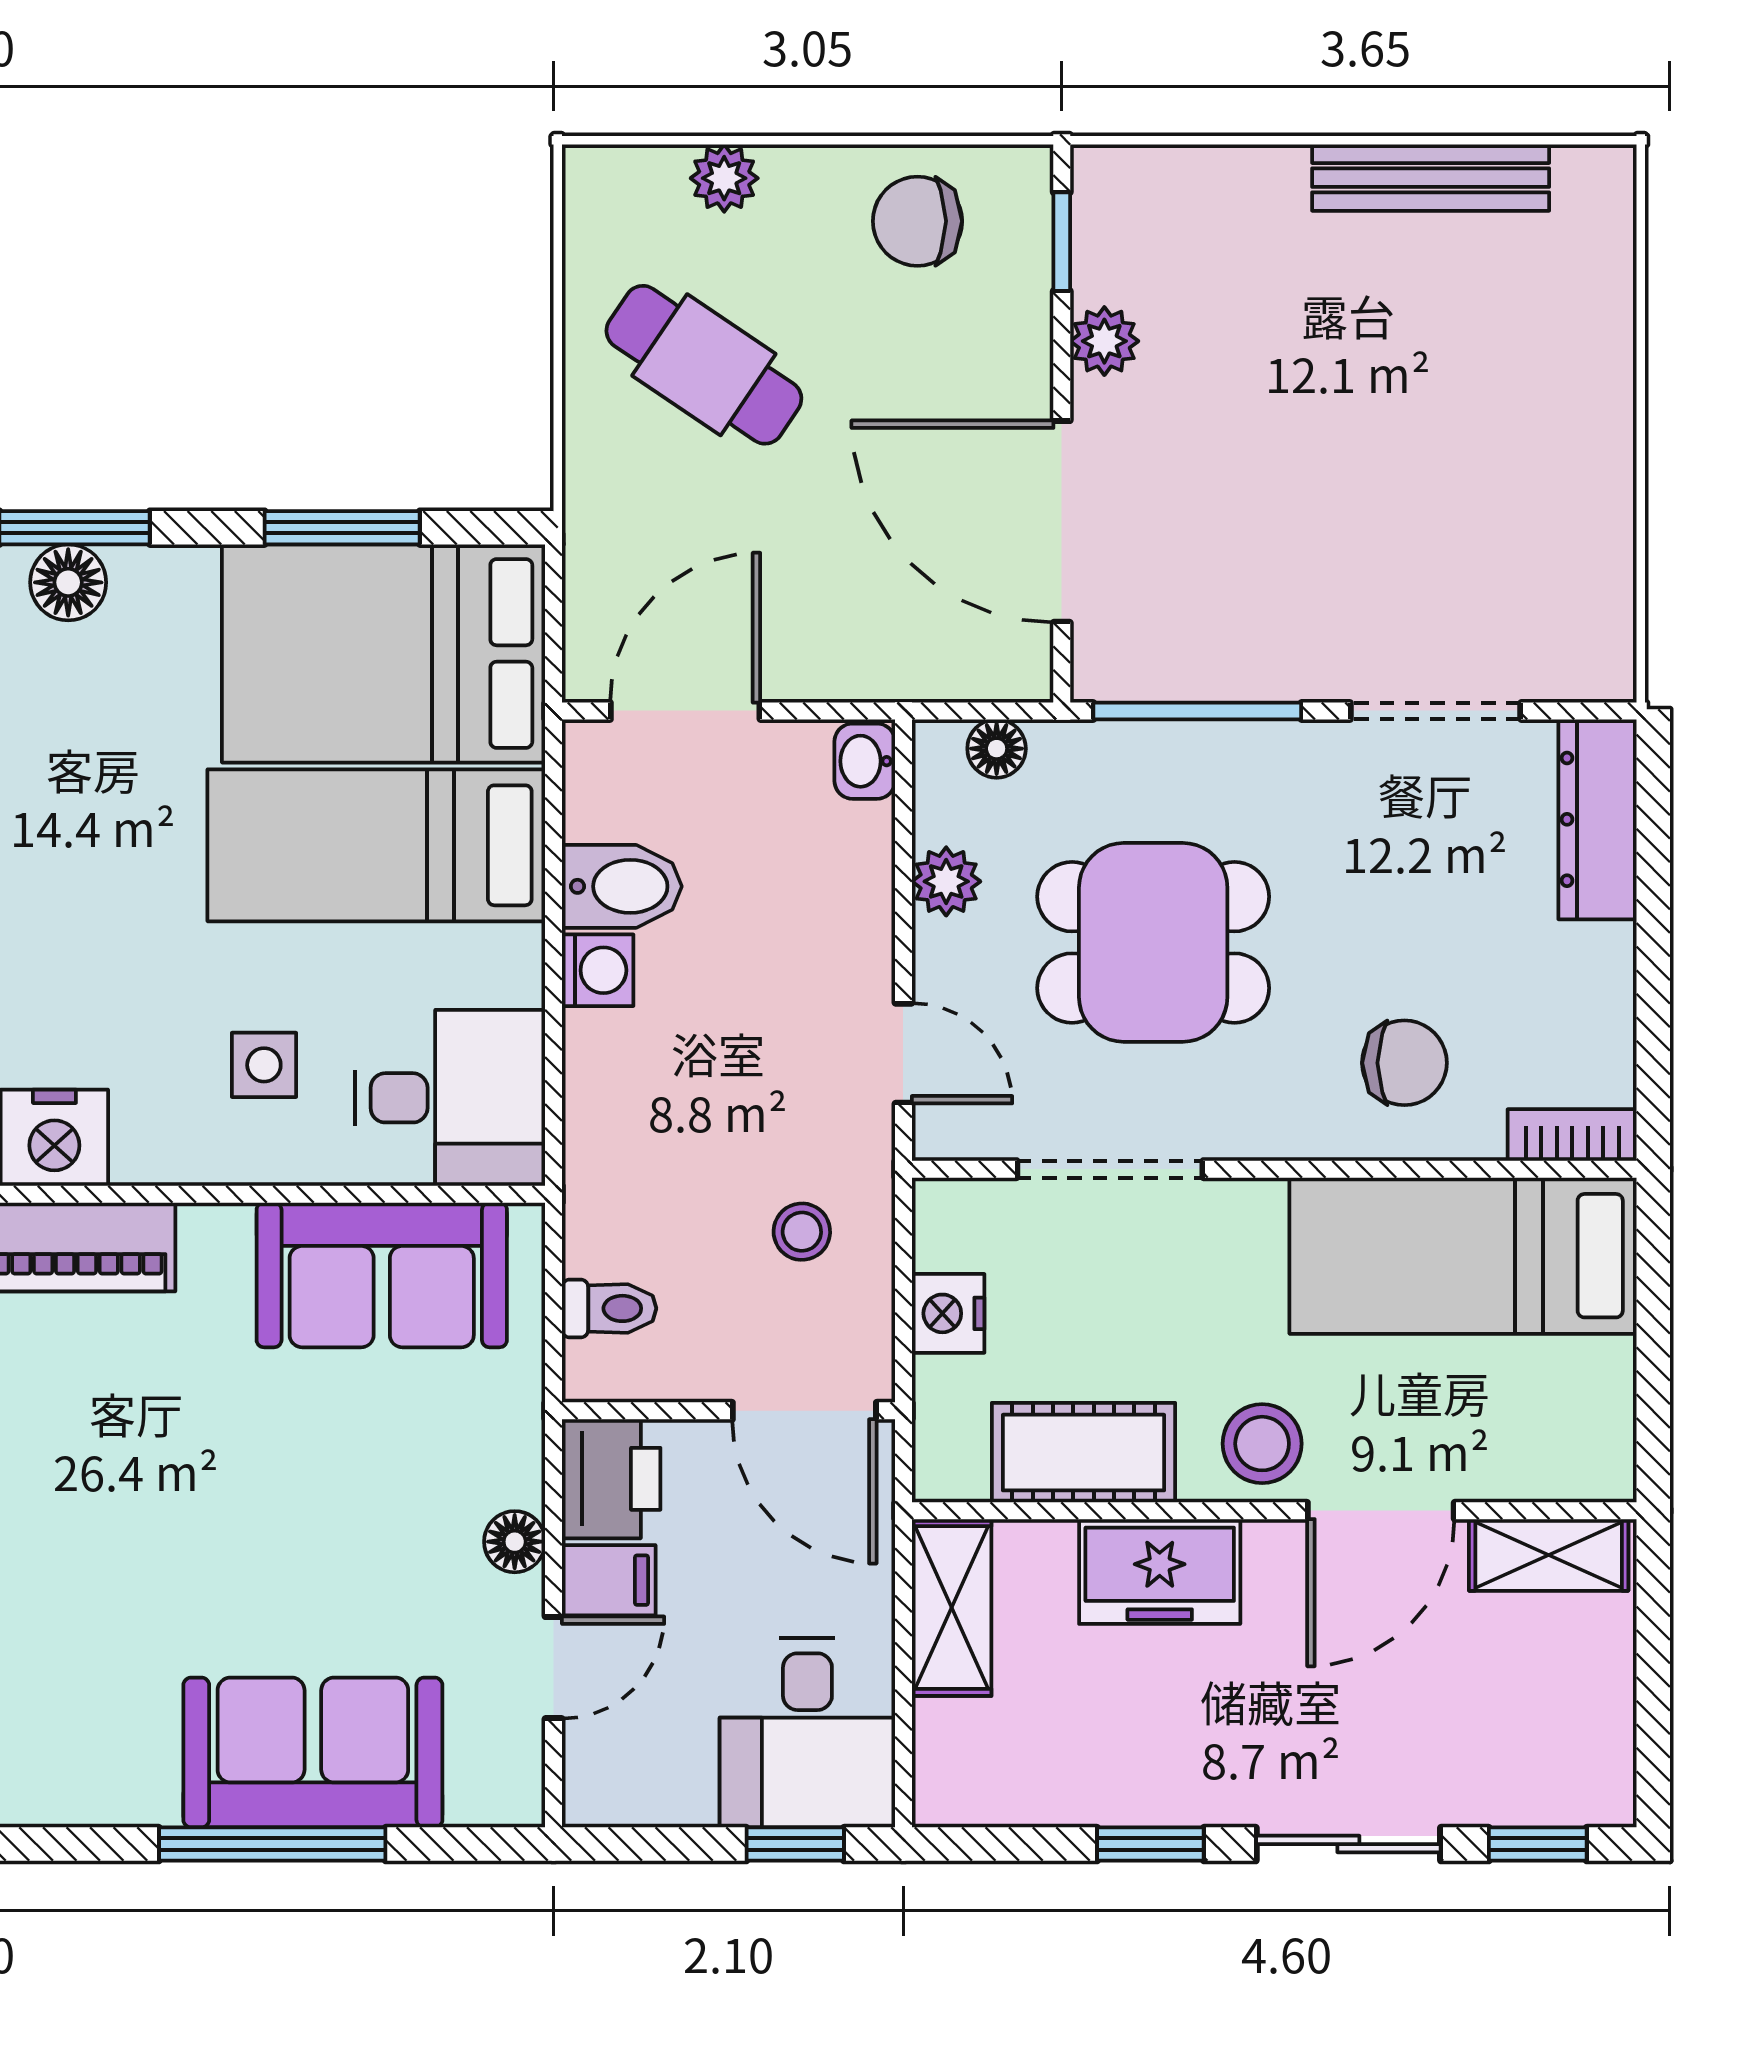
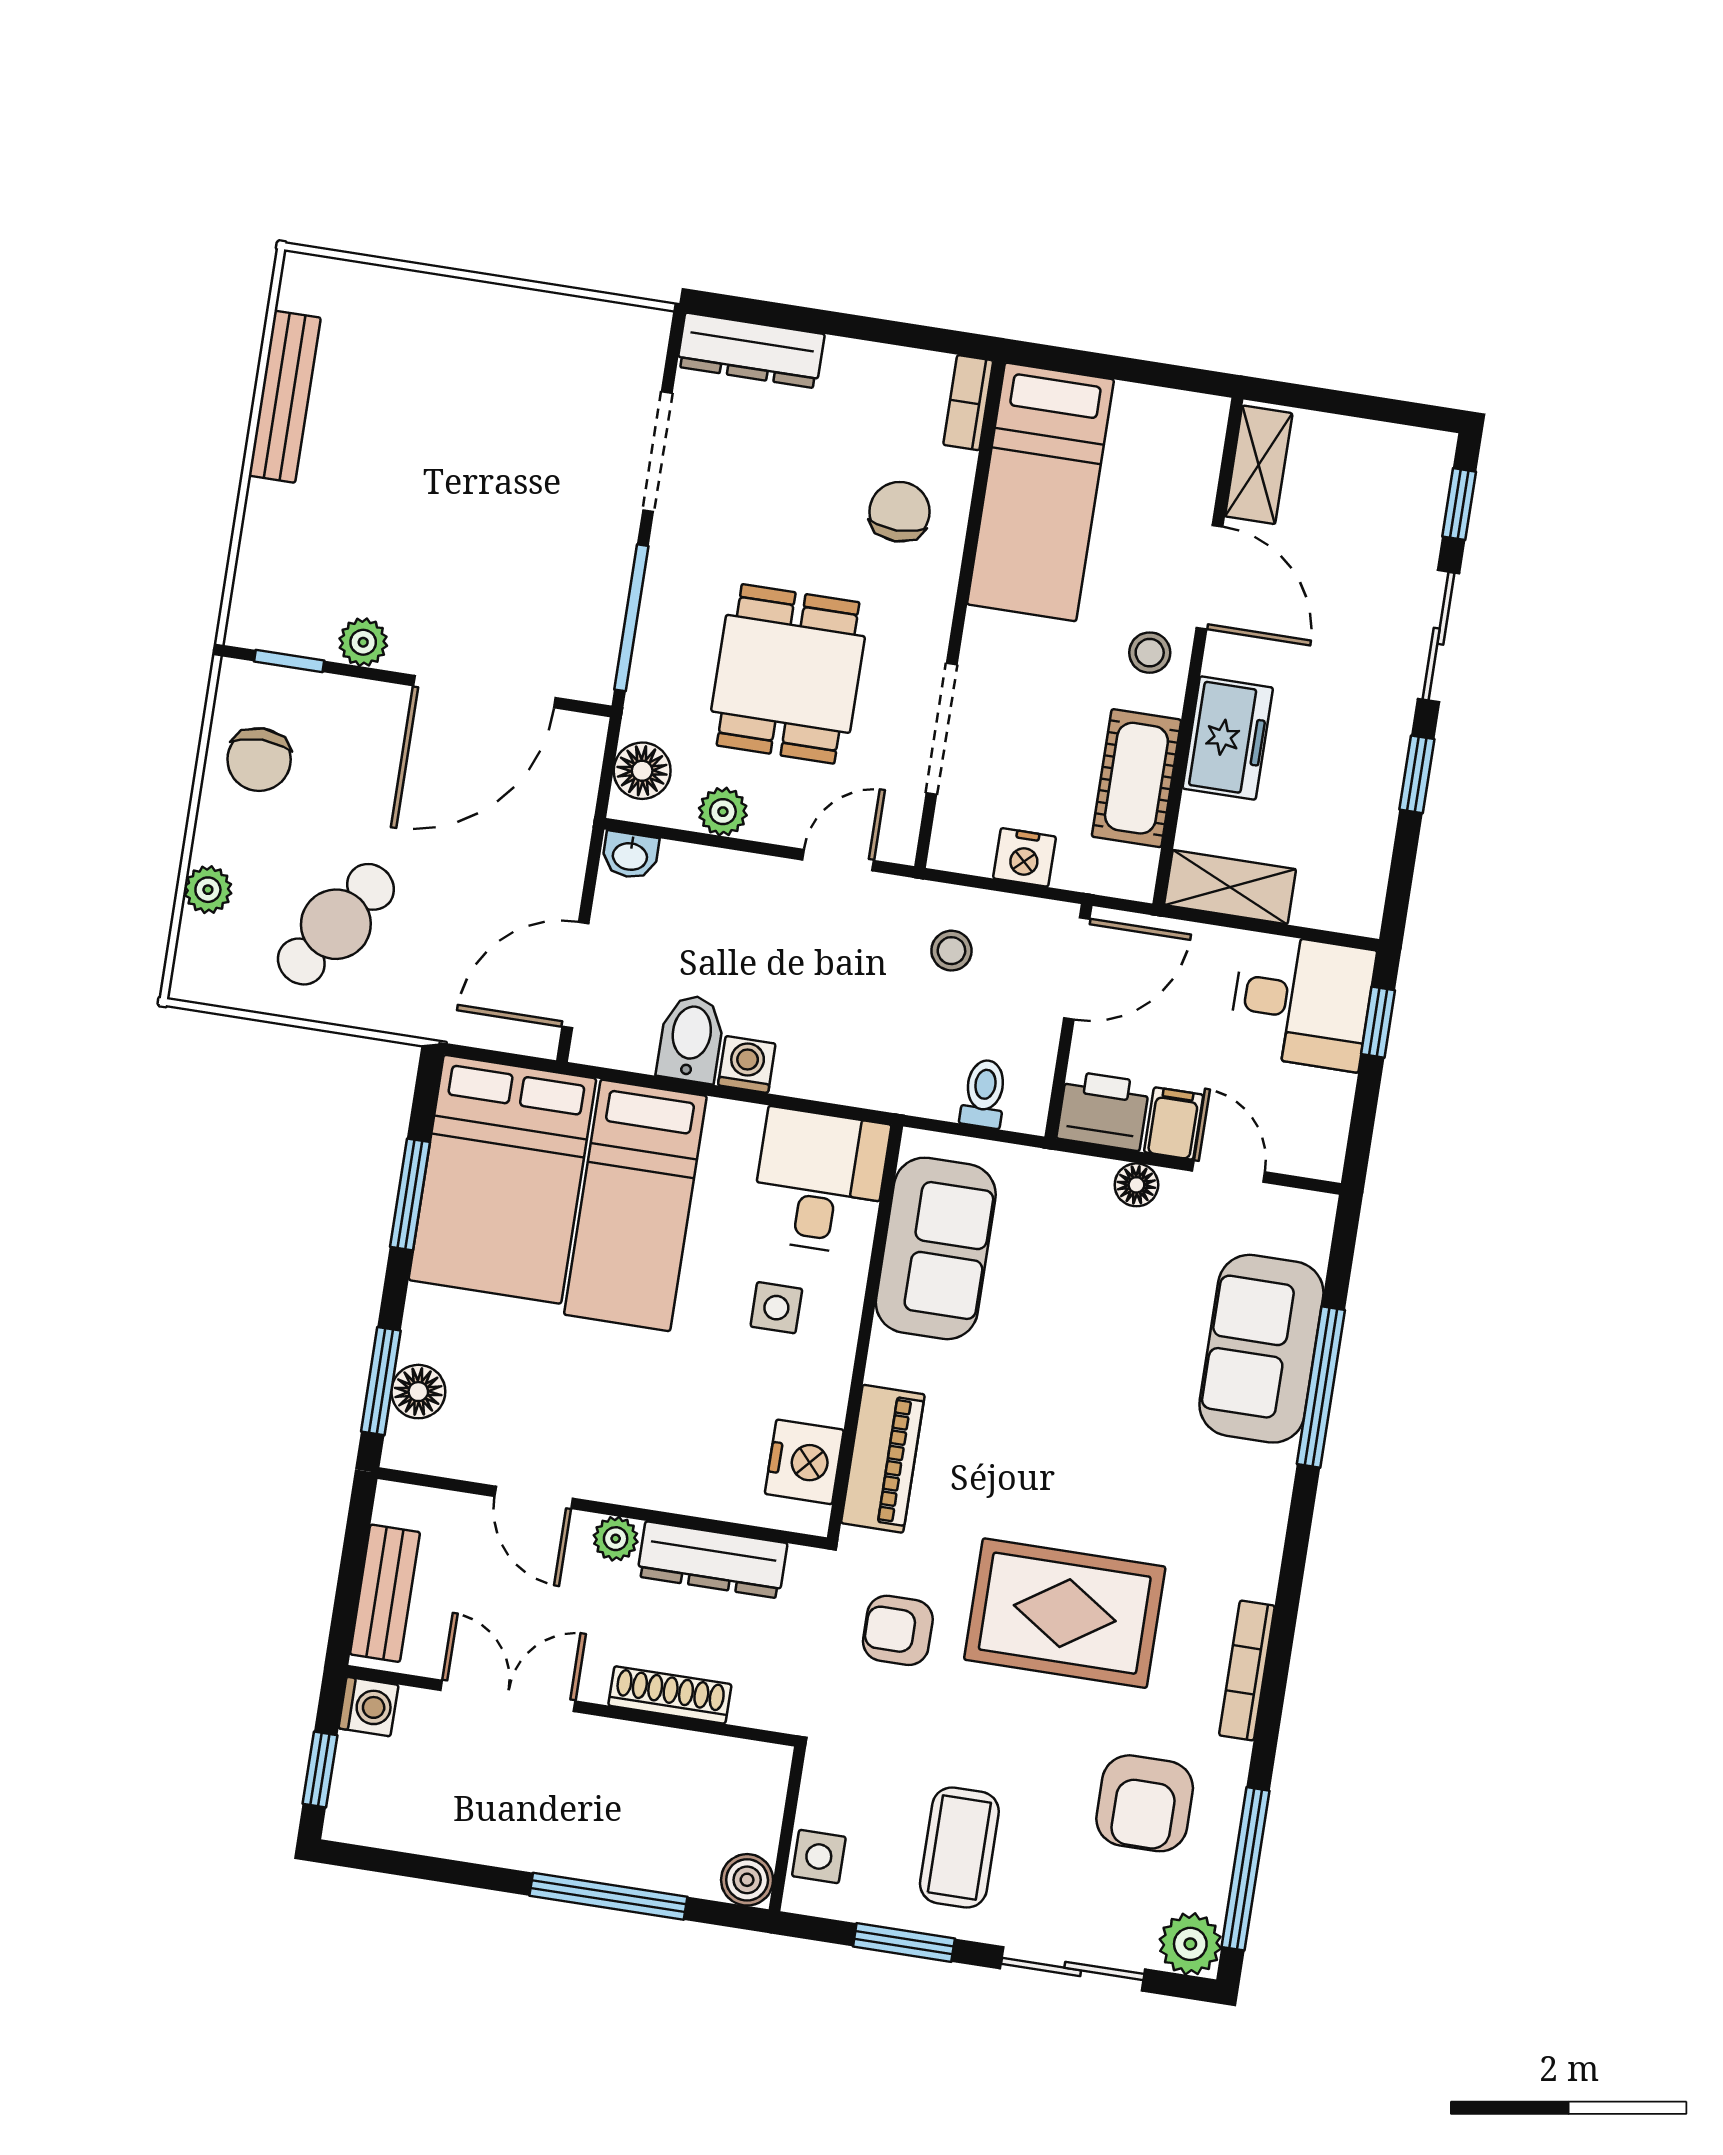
door: (685, 711) -> (575, 975), hinge flipped
floor lamp: (997, 749) -> (642, 771), width x1.37, depth x1.37
stool: (1262, 1444) -> (1150, 653), width x0.73, depth x0.73

